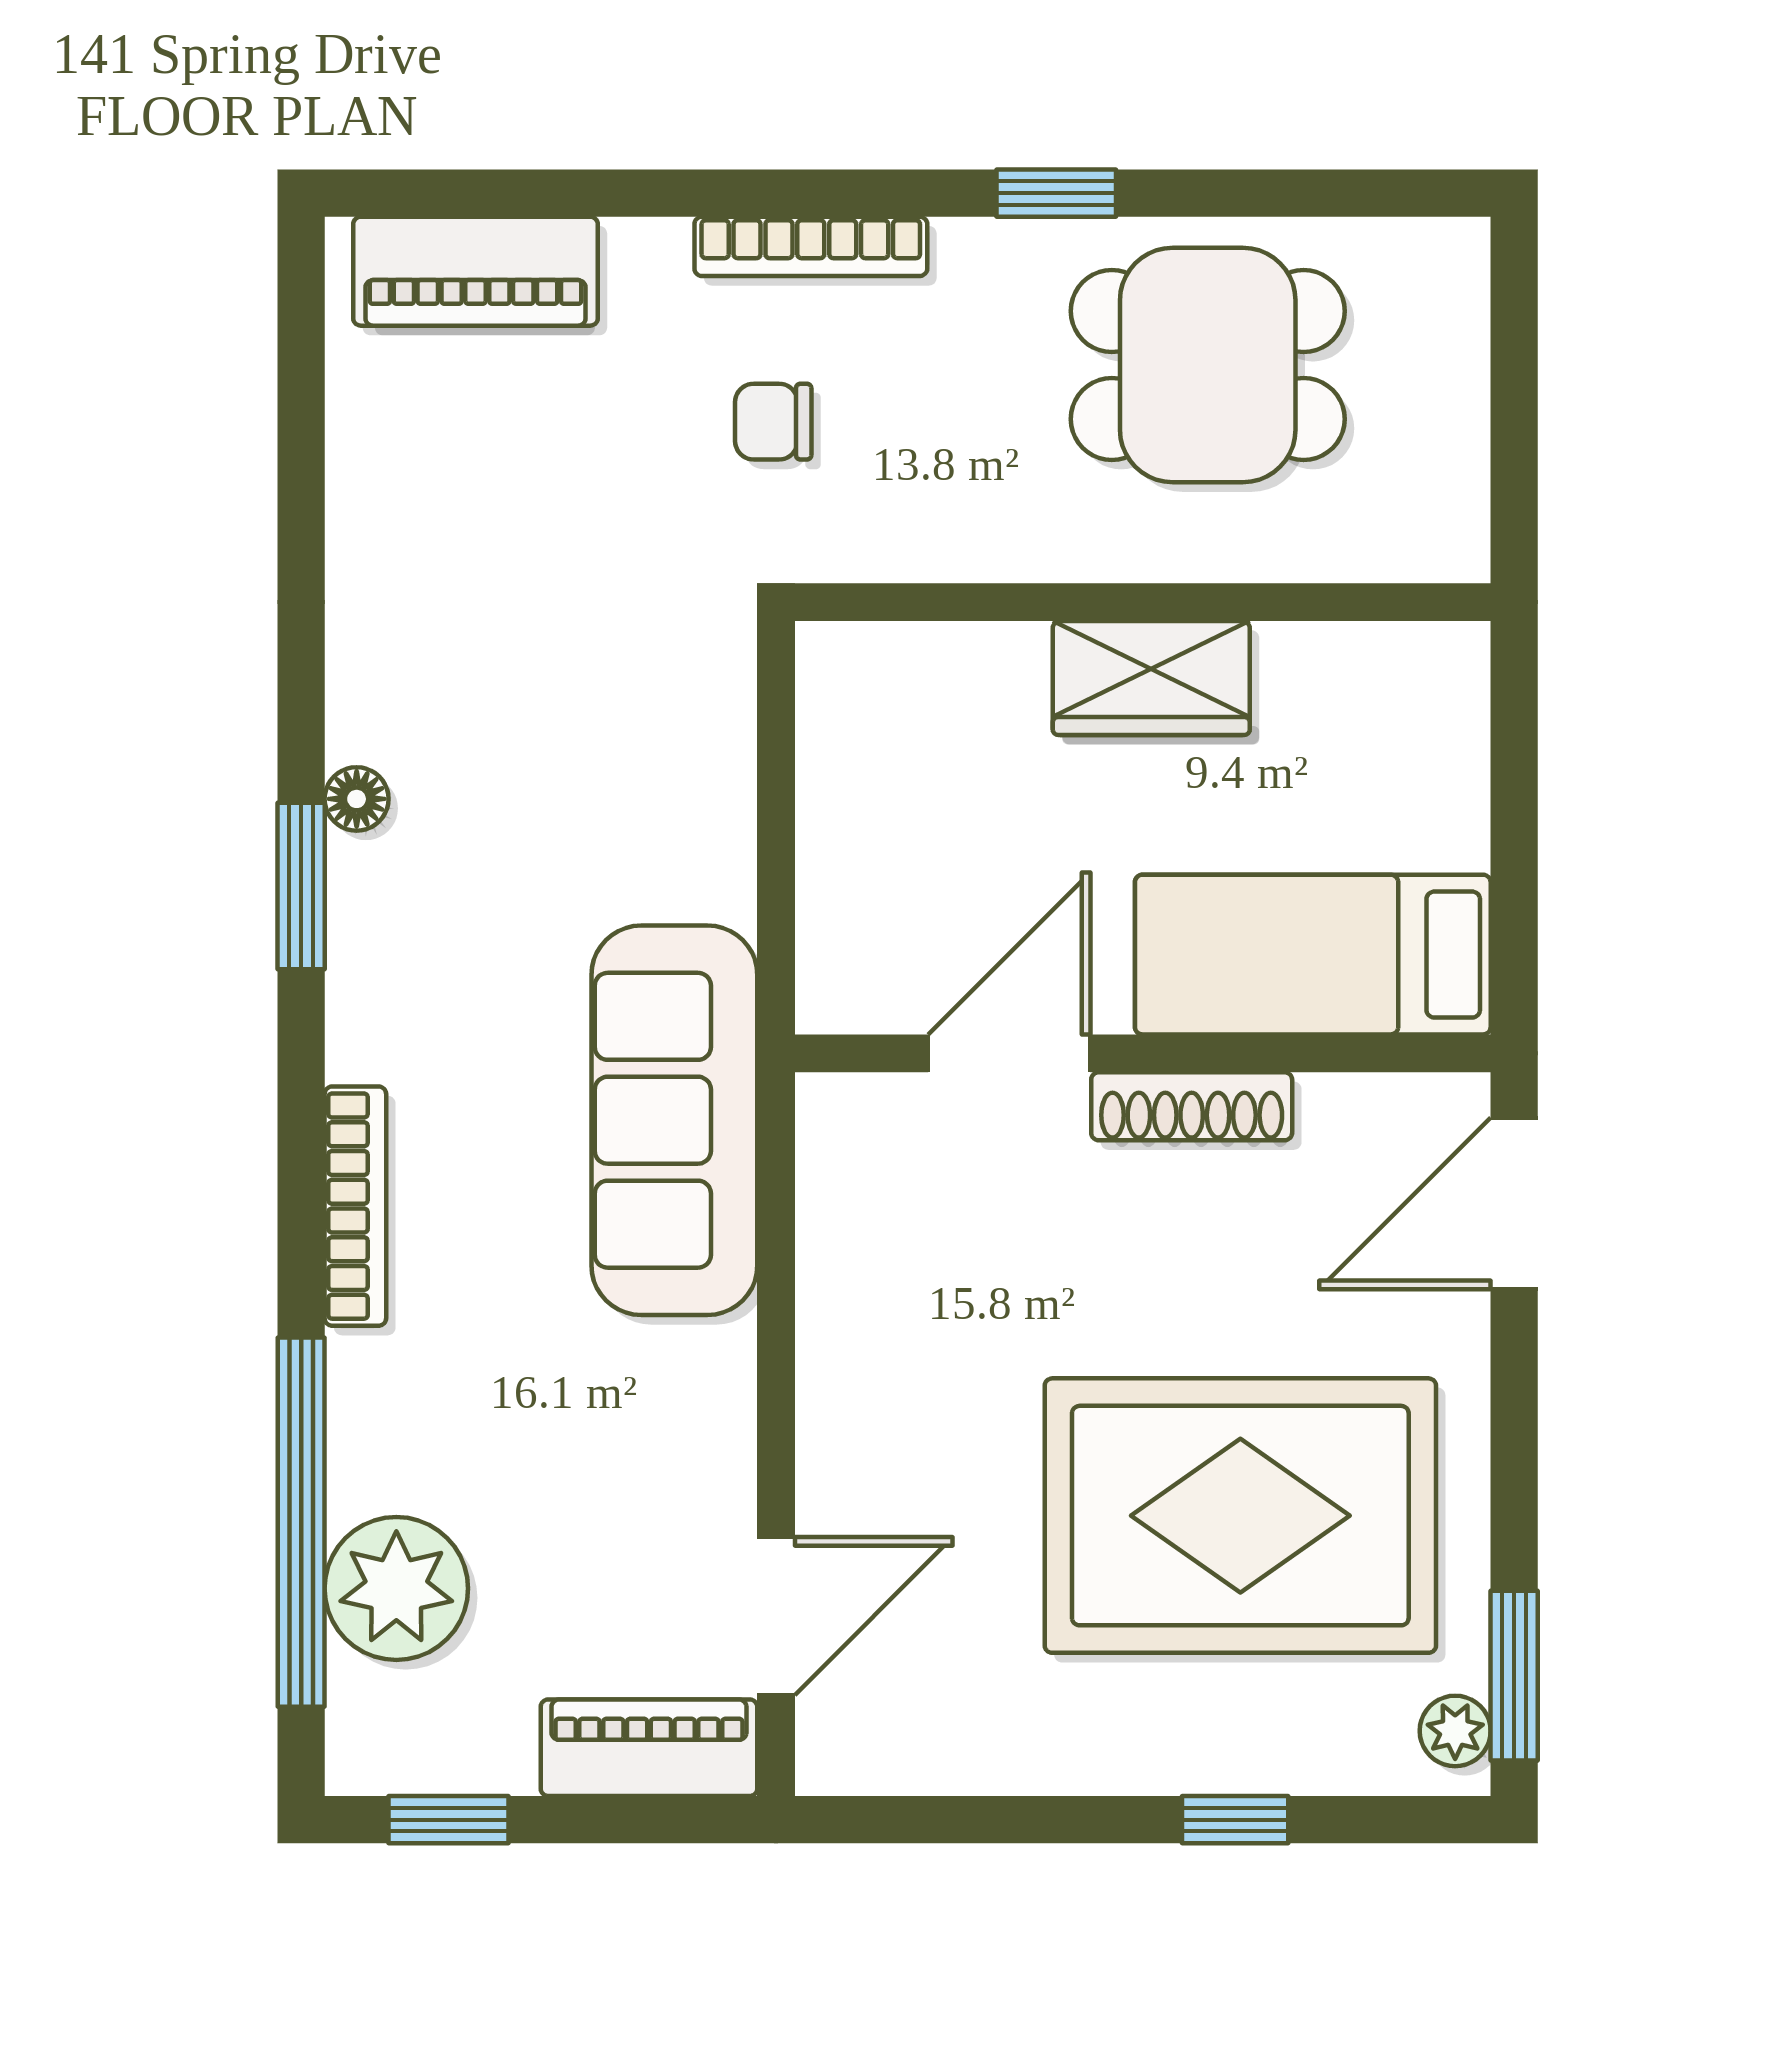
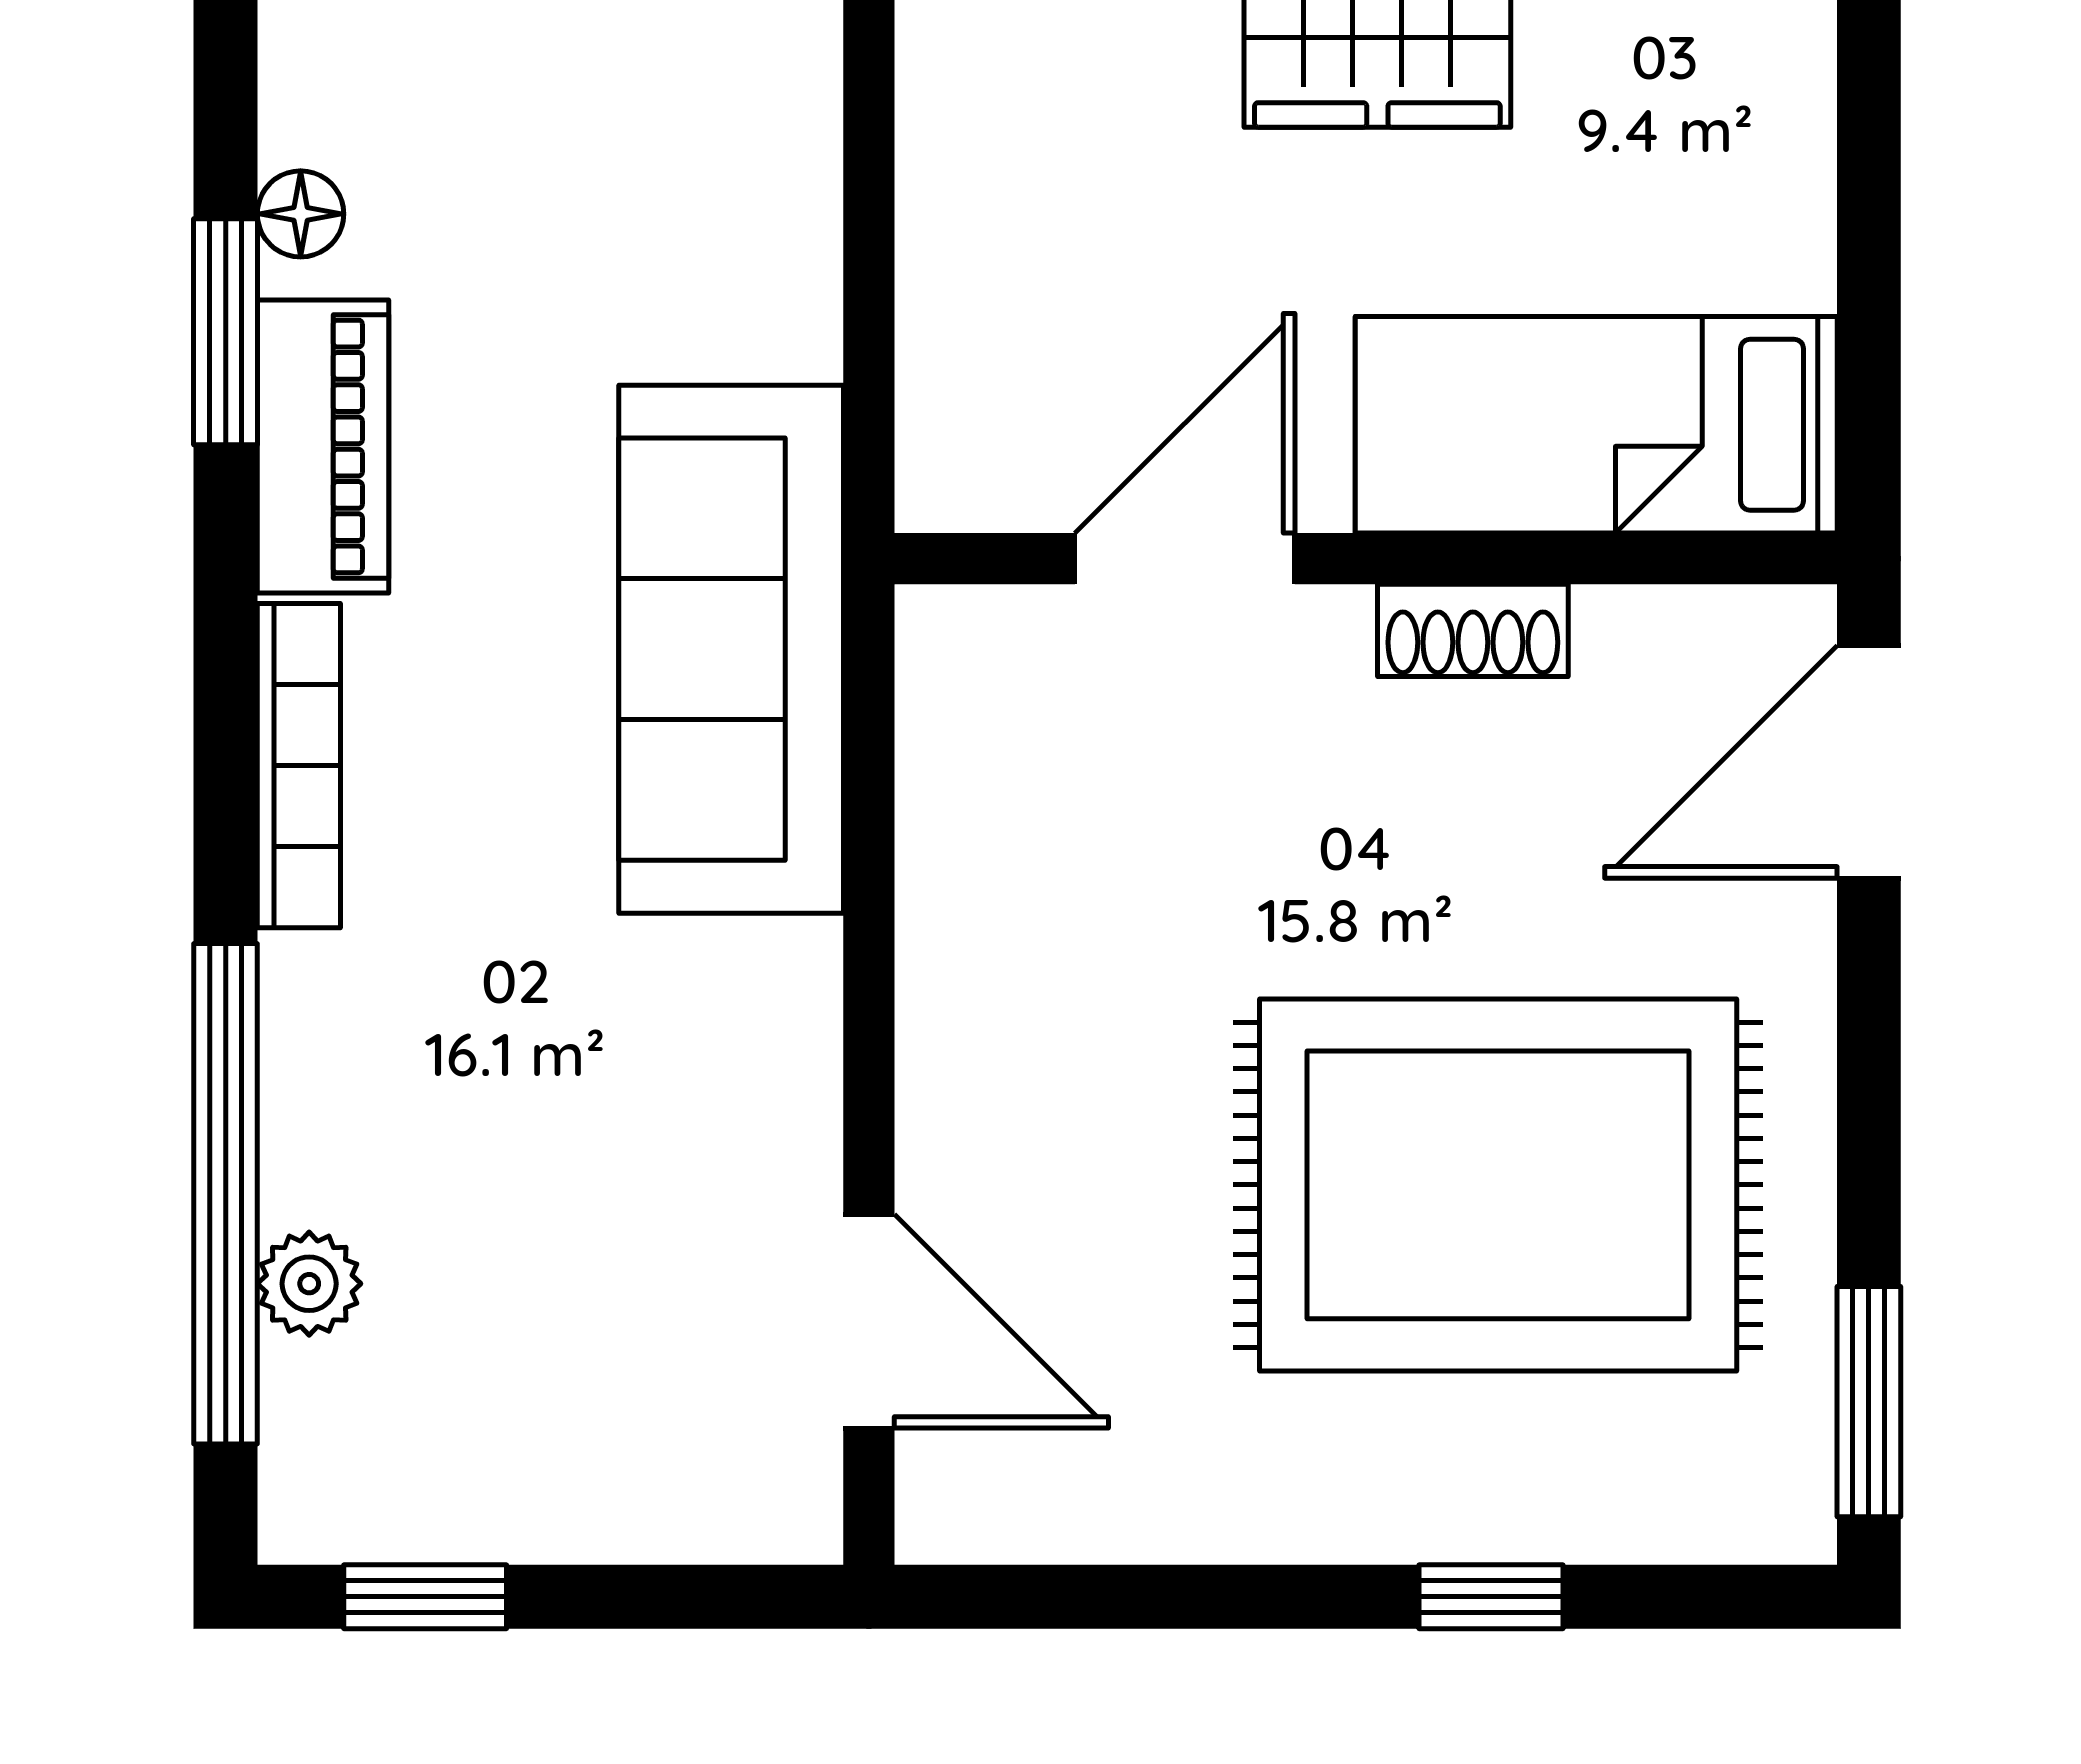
shoe rack: (1192, 1106) -> (1473, 630), width x0.70
plant: (396, 1588) -> (309, 1284), width x0.53, depth x0.53
door: (776, 1616) -> (869, 1321), hinge flipped
plant: (1455, 1731) -> (1789, 1477), removed
piano: (649, 1748) -> (323, 446), moved, turned 90

